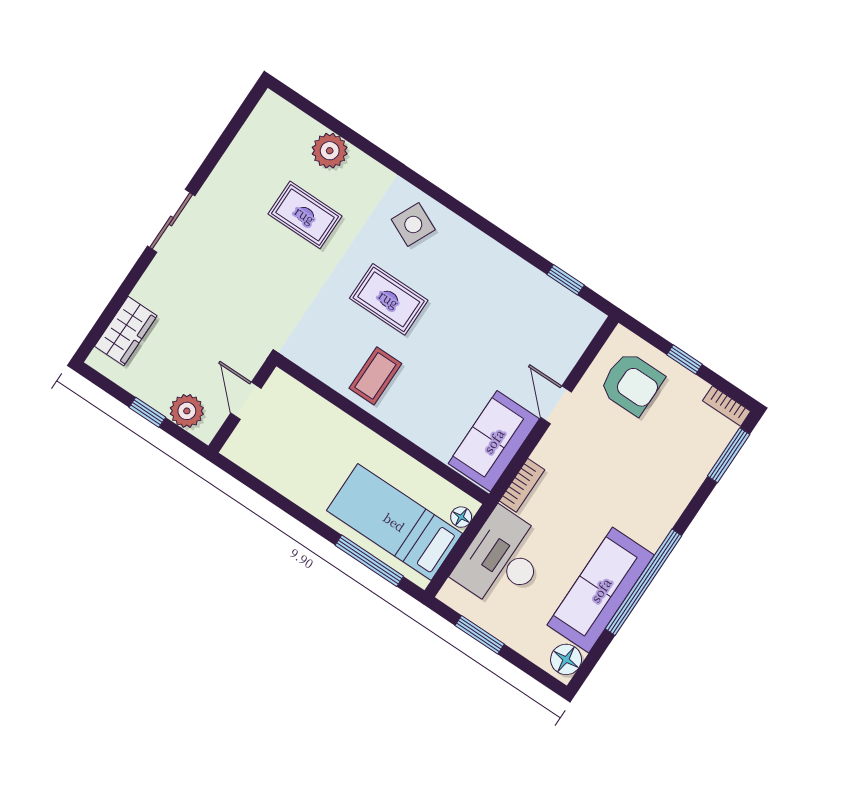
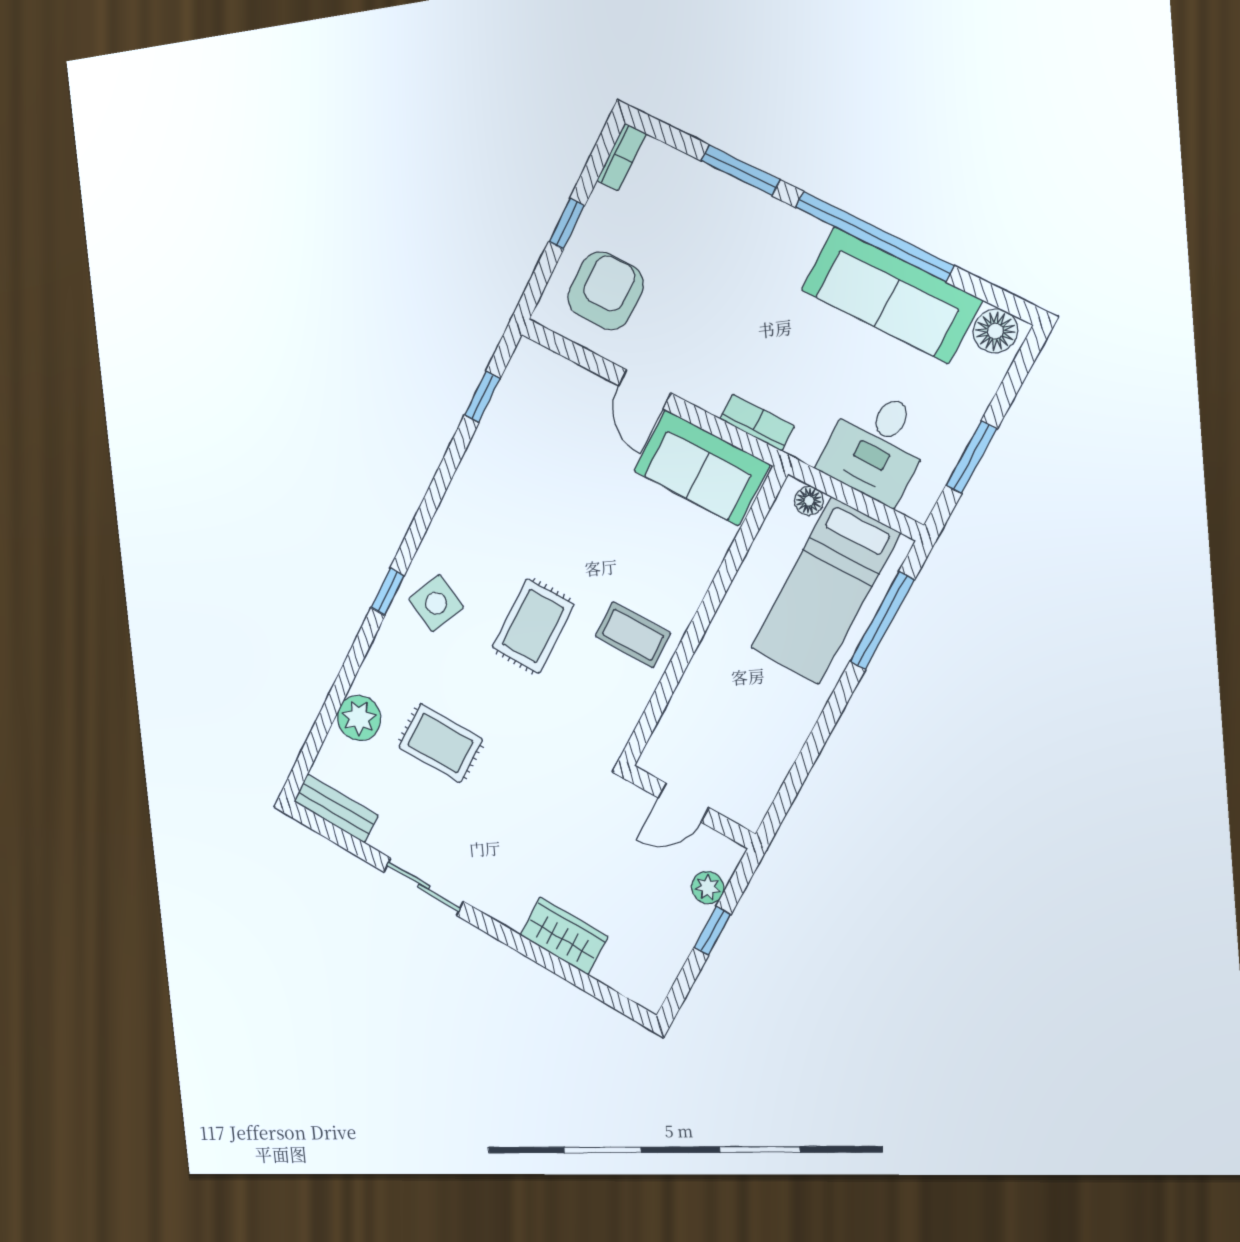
bench: (260, 122) -> (336, 808), added
window: (426, 186) -> (388, 592), added
rug: (305, 215) -> (440, 743), turned 90
sliding door: (171, 221) -> (424, 887), moved
wardrobe: (126, 331) -> (564, 936), moved
door: (556, 405) -> (645, 389), hinge flipped
plant: (187, 411) -> (708, 888), width x0.73, depth x0.73
window: (729, 455) -> (740, 170), moved
desk: (502, 559) -> (877, 446), width x0.73

